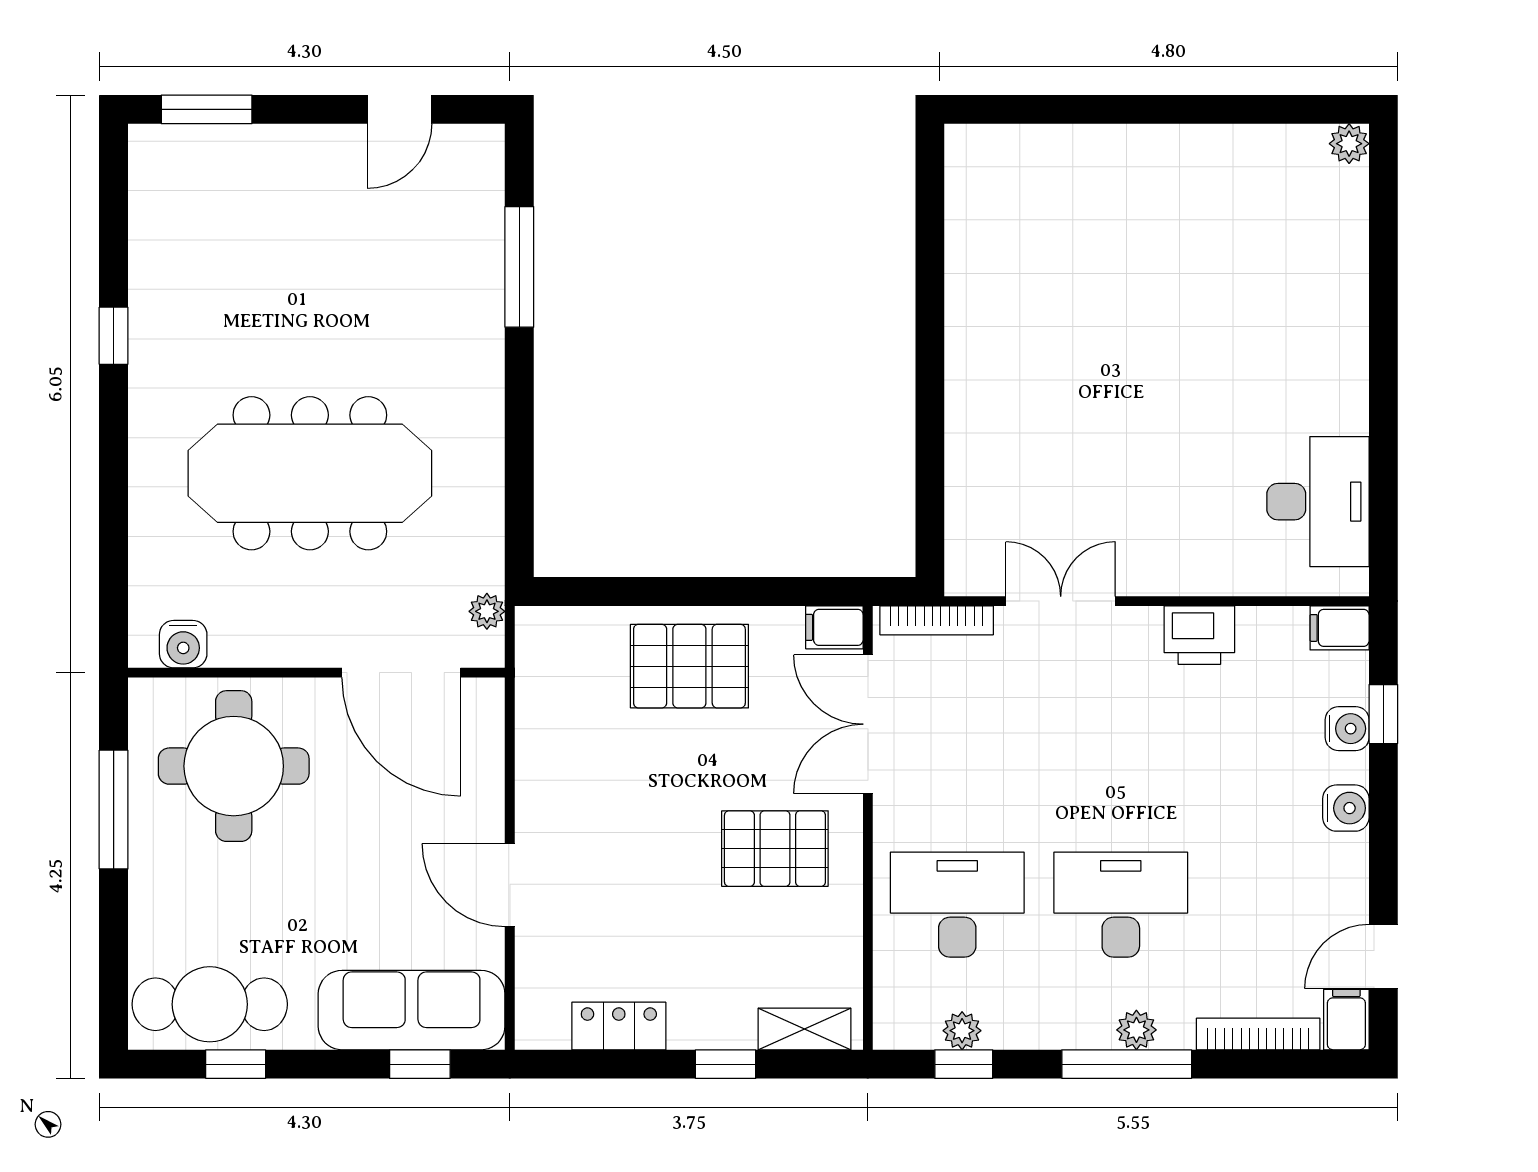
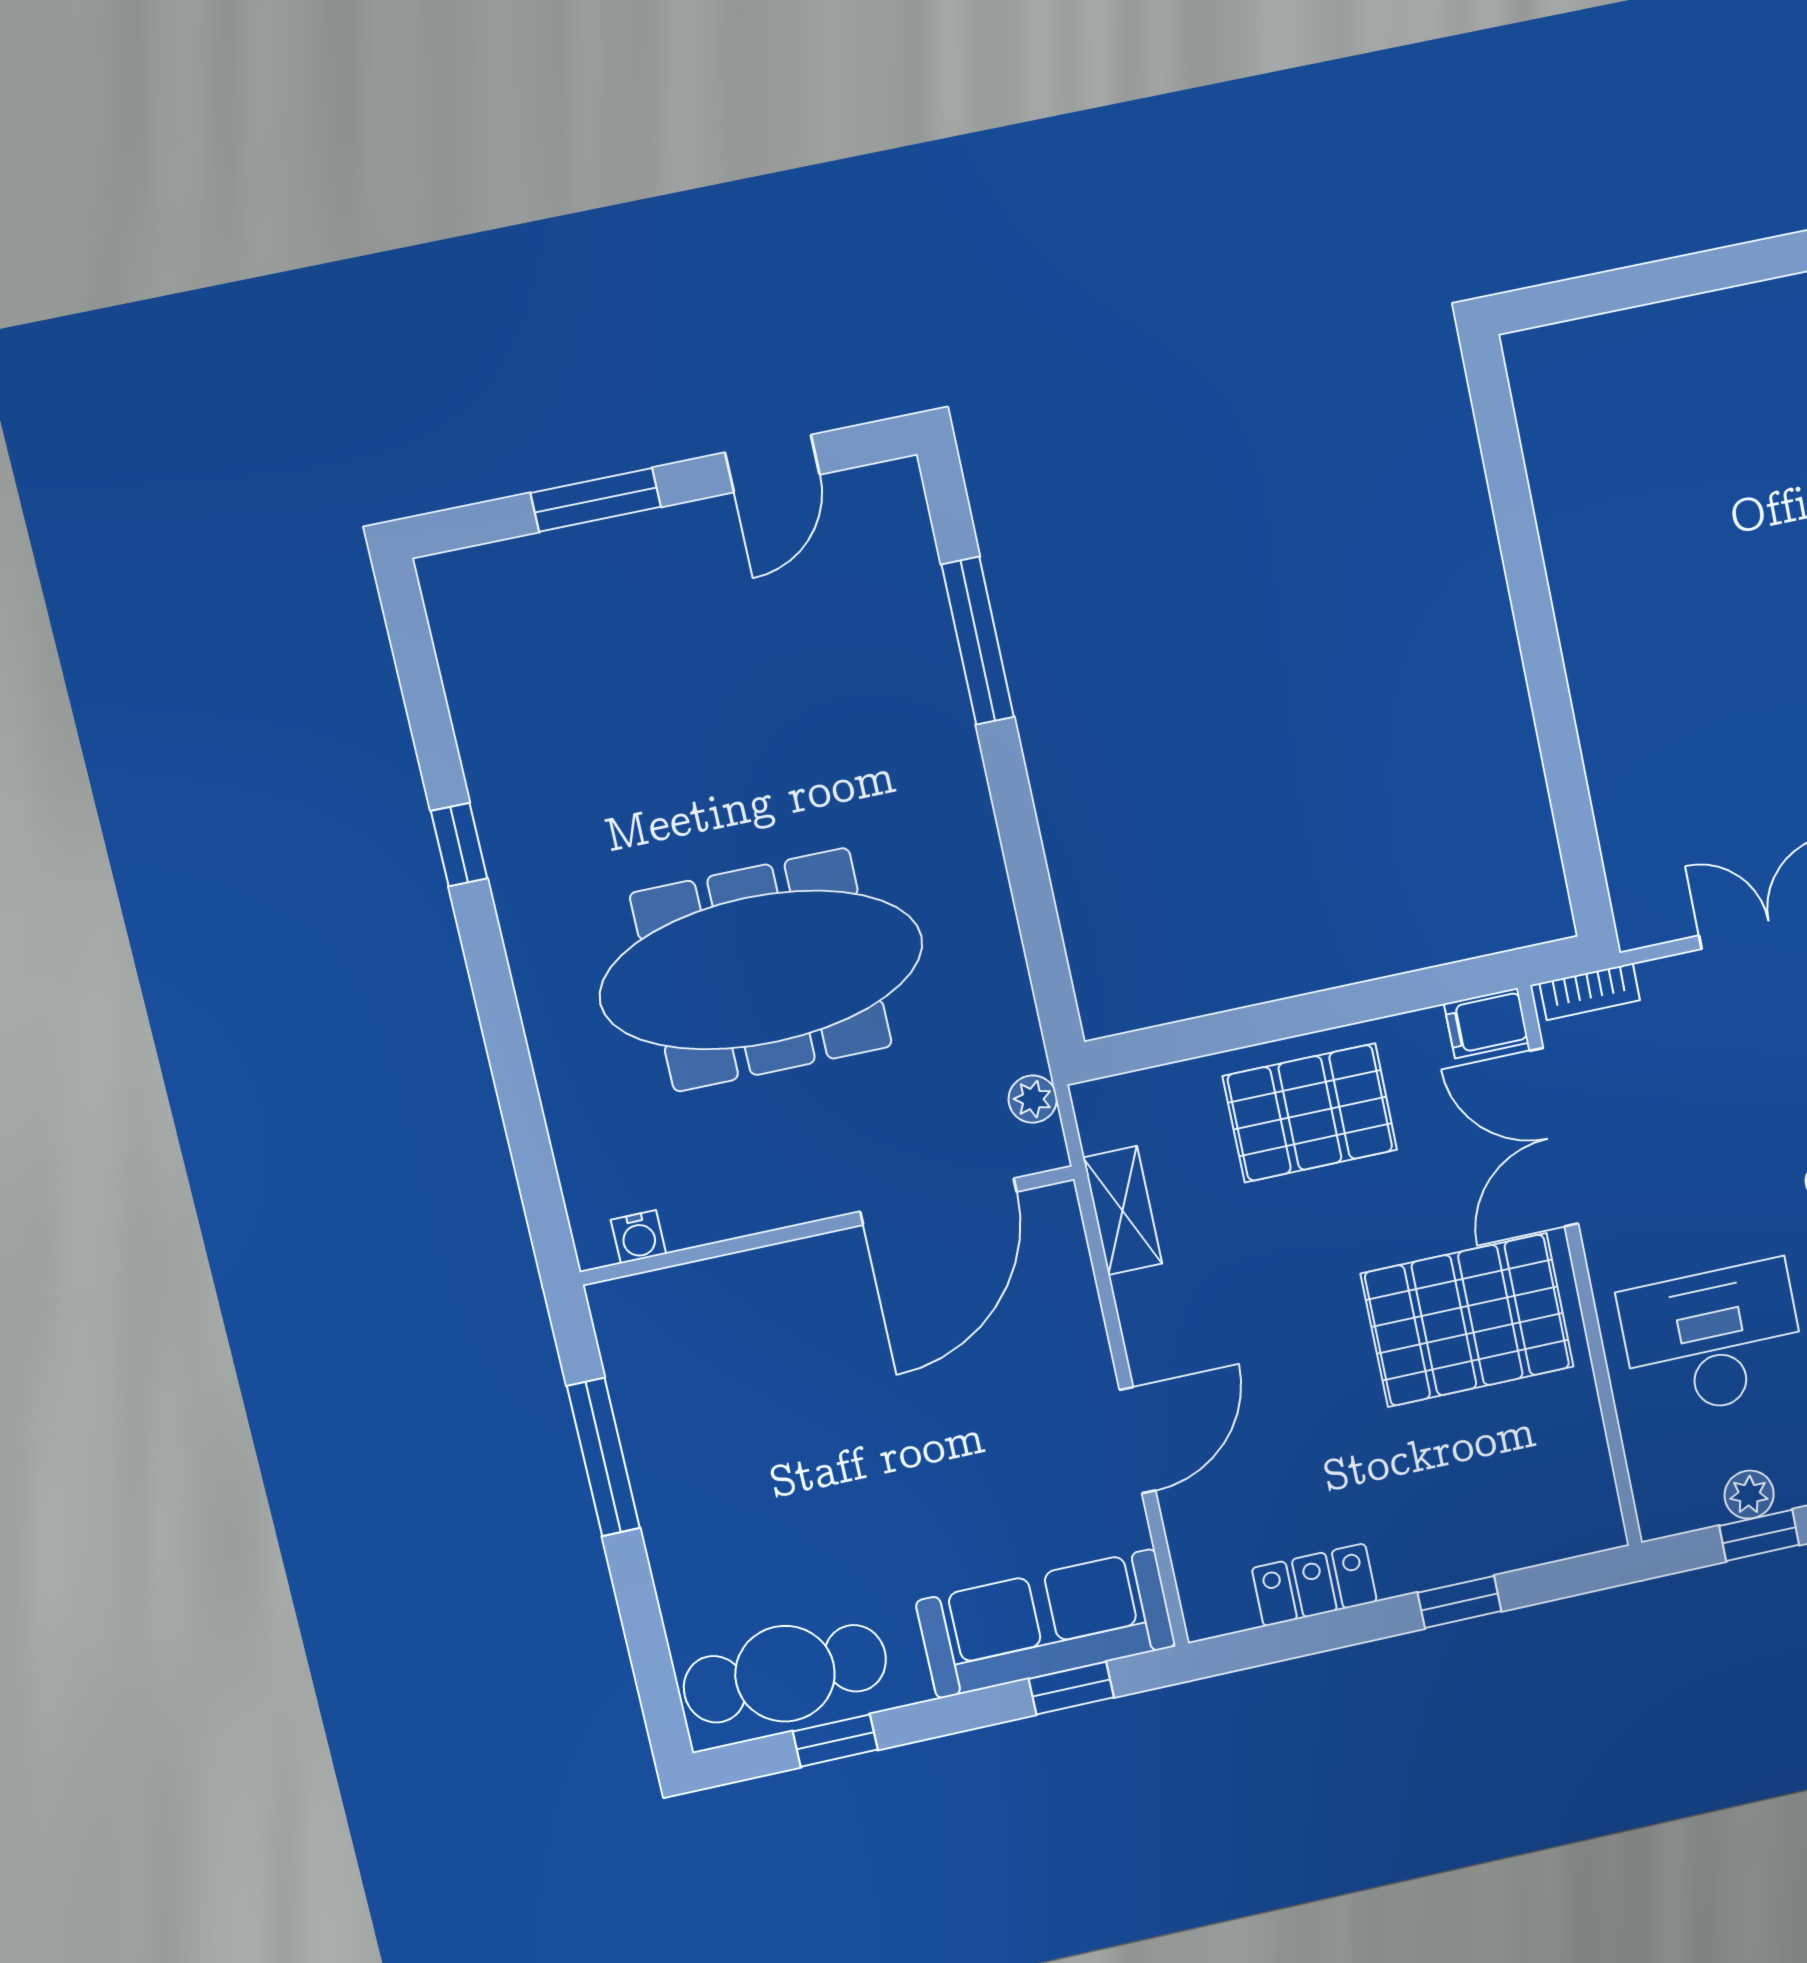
window: (207, 109) -> (596, 500), moved
bookcase: (937, 620) -> (1590, 992), width x0.64
water cooler: (183, 644) -> (638, 1237), width x0.72, depth x0.72
door: (401, 673) -> (938, 1202), hinge flipped
round table: (234, 766) -> (747, 1368), removed
pallet: (775, 849) -> (1467, 1320), width x1.37, depth x1.41
door: (510, 885) -> (1138, 1440), swing flipped
shelving: (804, 1029) -> (1123, 1211), moved, turned 90

